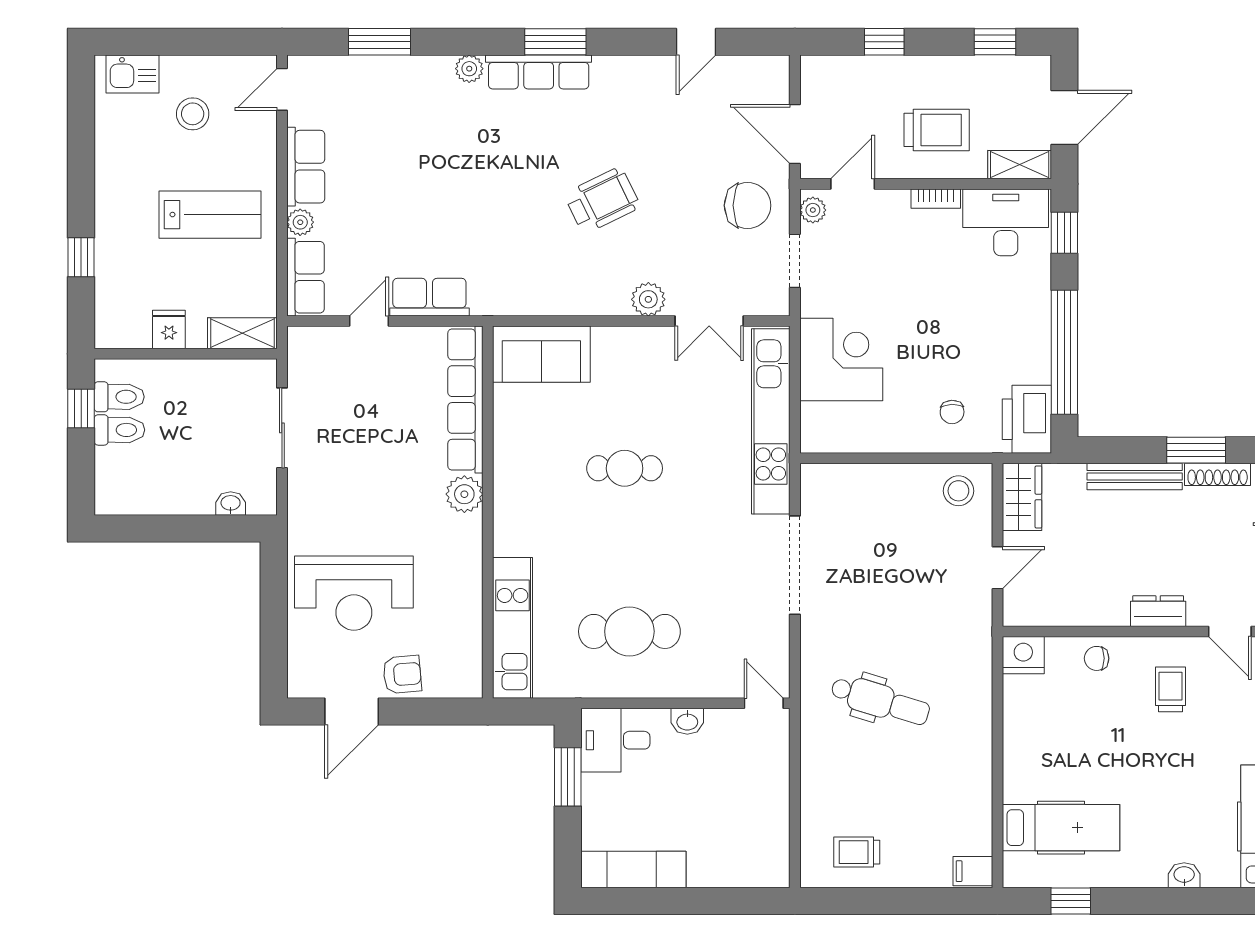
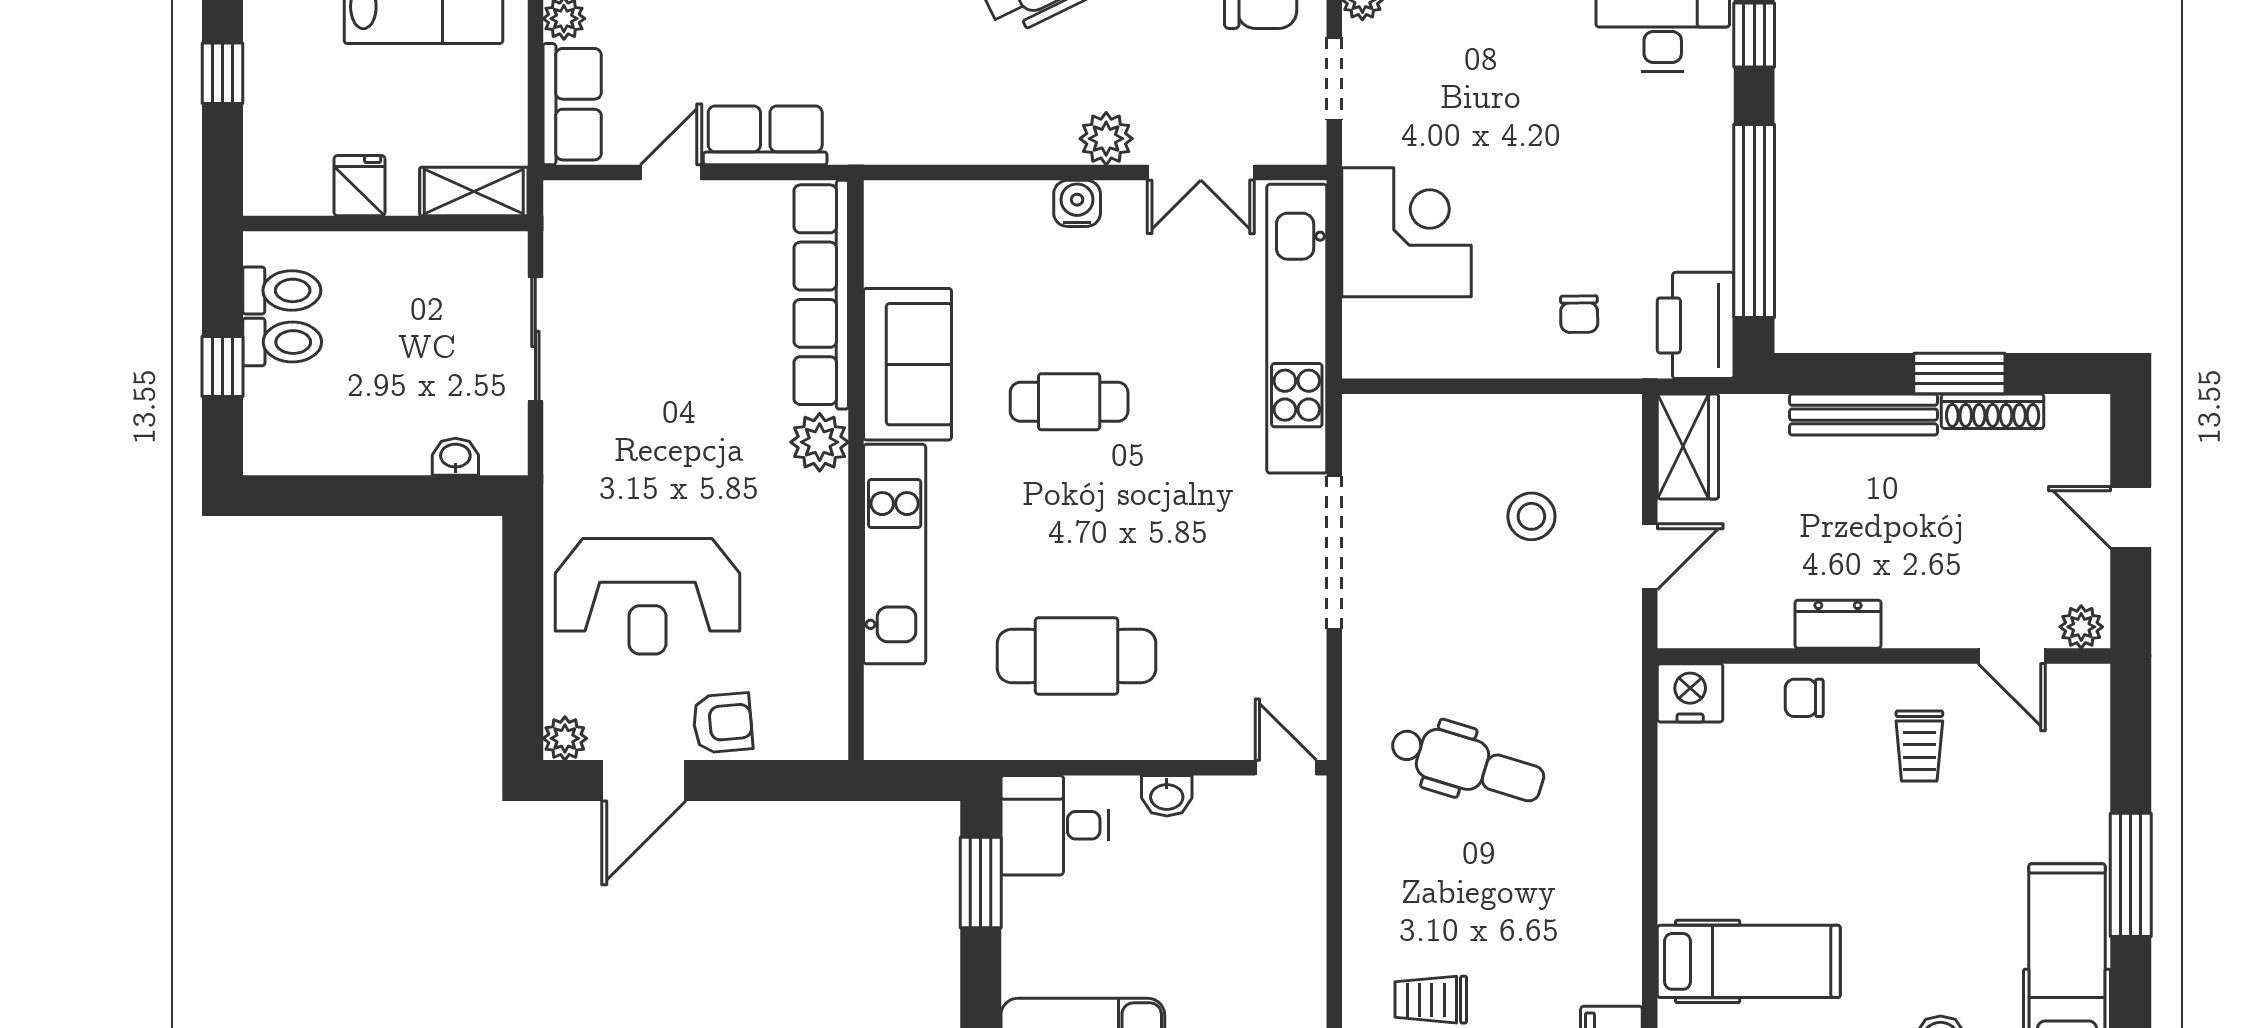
water cooler: (630, 341) -> (1077, 203), added
sofa: (541, 354) -> (908, 364), moved, turned -90
window: (81, 408) -> (222, 366), moved
stool: (958, 491) -> (1531, 516), moved
dresser: (1158, 611) -> (1838, 624), moved
kitchen unit: (513, 628) -> (895, 554), moved
plant: (301, 684) -> (565, 738), added
trolley: (1170, 689) -> (1919, 746), turned 180

